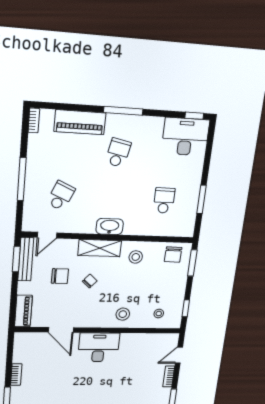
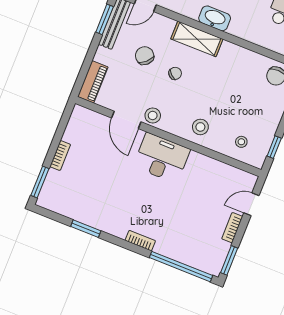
stool: (136, 257) -> (153, 115), moved
chair: (60, 276) -> (145, 56), turned -133

